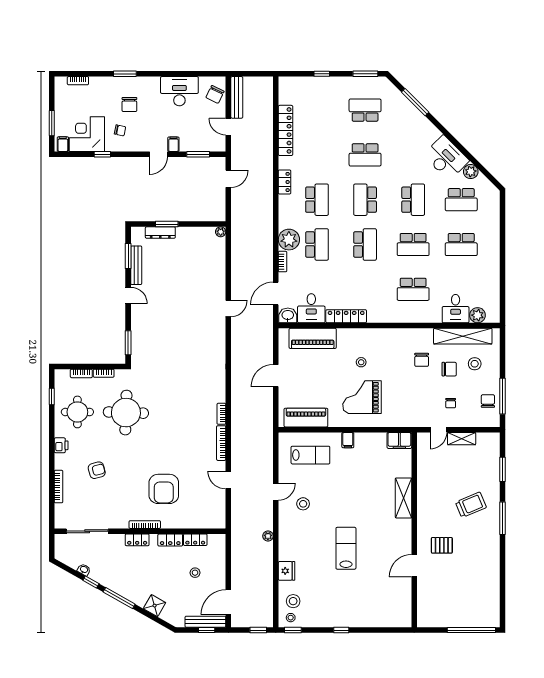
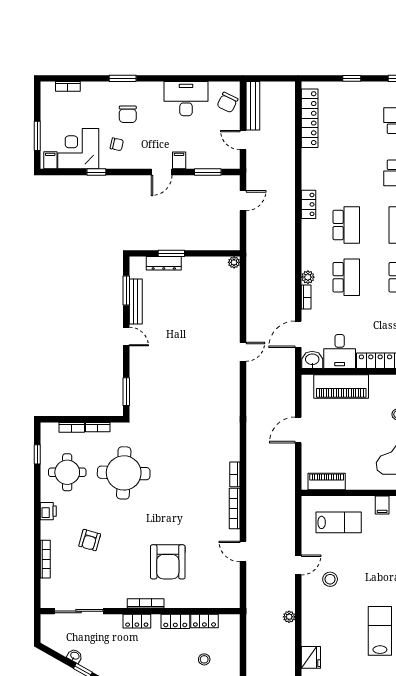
locker: (286, 130) -> (310, 118), moved
plant: (289, 240) -> (308, 277), width x0.53, depth x0.53
piano: (306, 418) -> (327, 482), width x0.73, depth x0.75
armchair: (97, 470) -> (90, 540), turned 121

